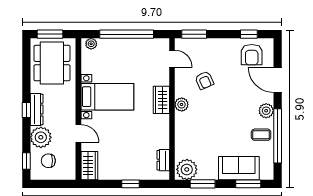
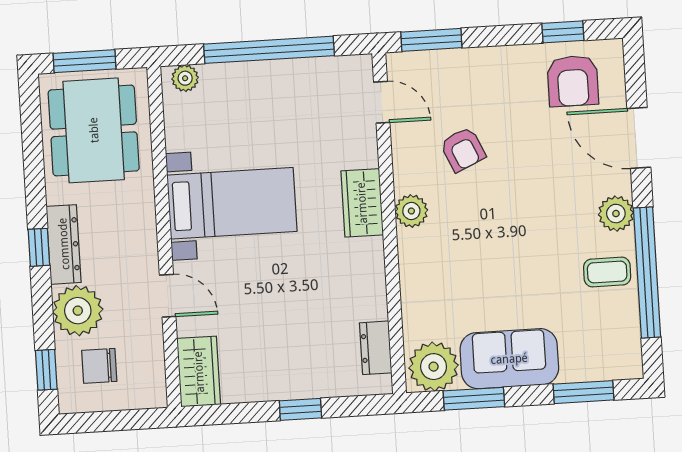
sofa: (239, 168) -> (509, 359), moved

